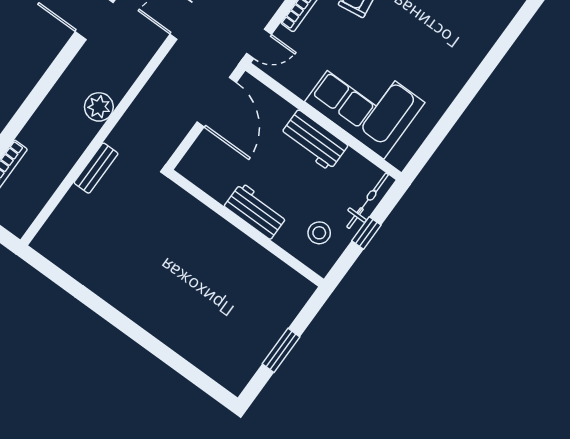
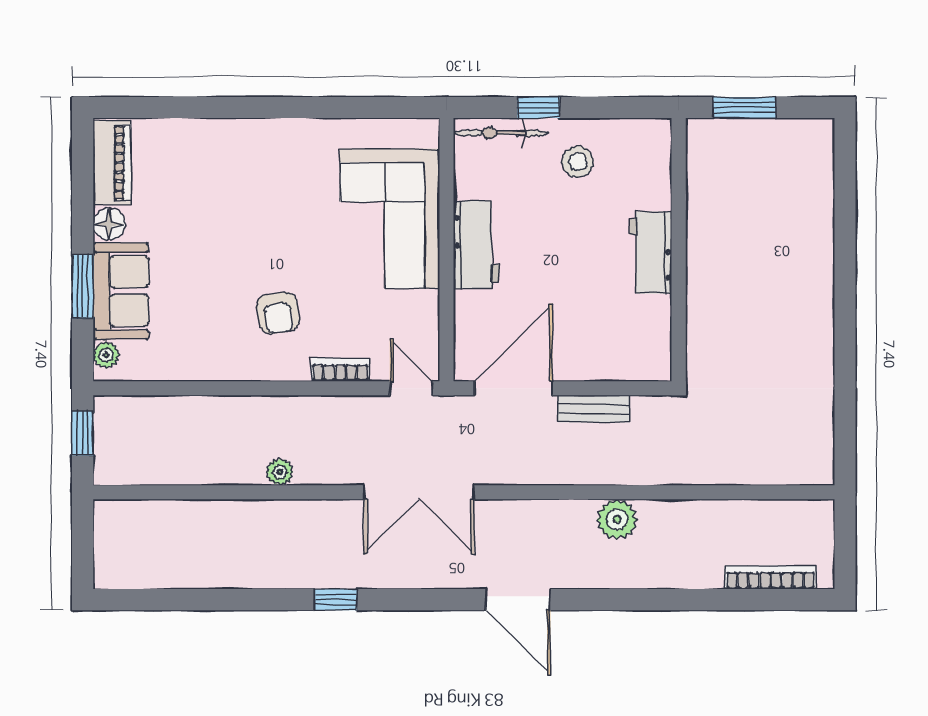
bench: (96, 168) -> (594, 409), moved
workbench: (256, 211) -> (651, 253), moved
wall: (246, 228) -> (679, 250), moved

